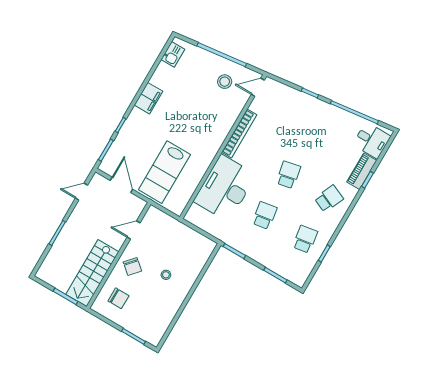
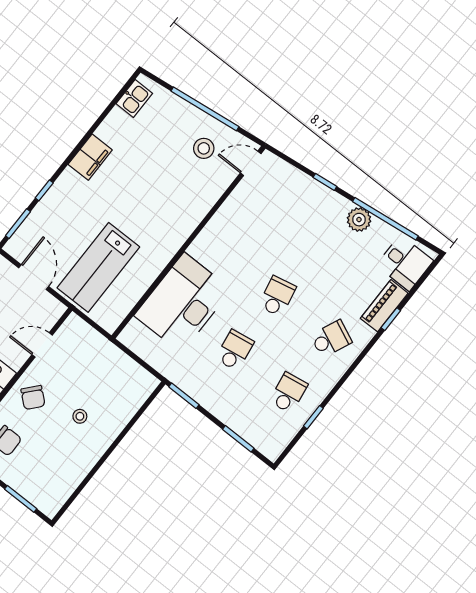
plant: (337, 115) -> (359, 220), added
bookcase: (239, 134) -> (215, 227), removed

